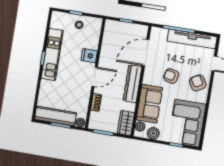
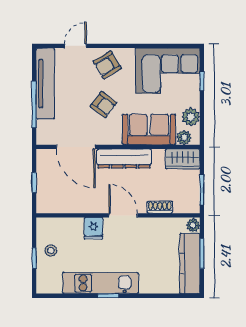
armchair: (171, 76) -> (103, 105), turned -66

